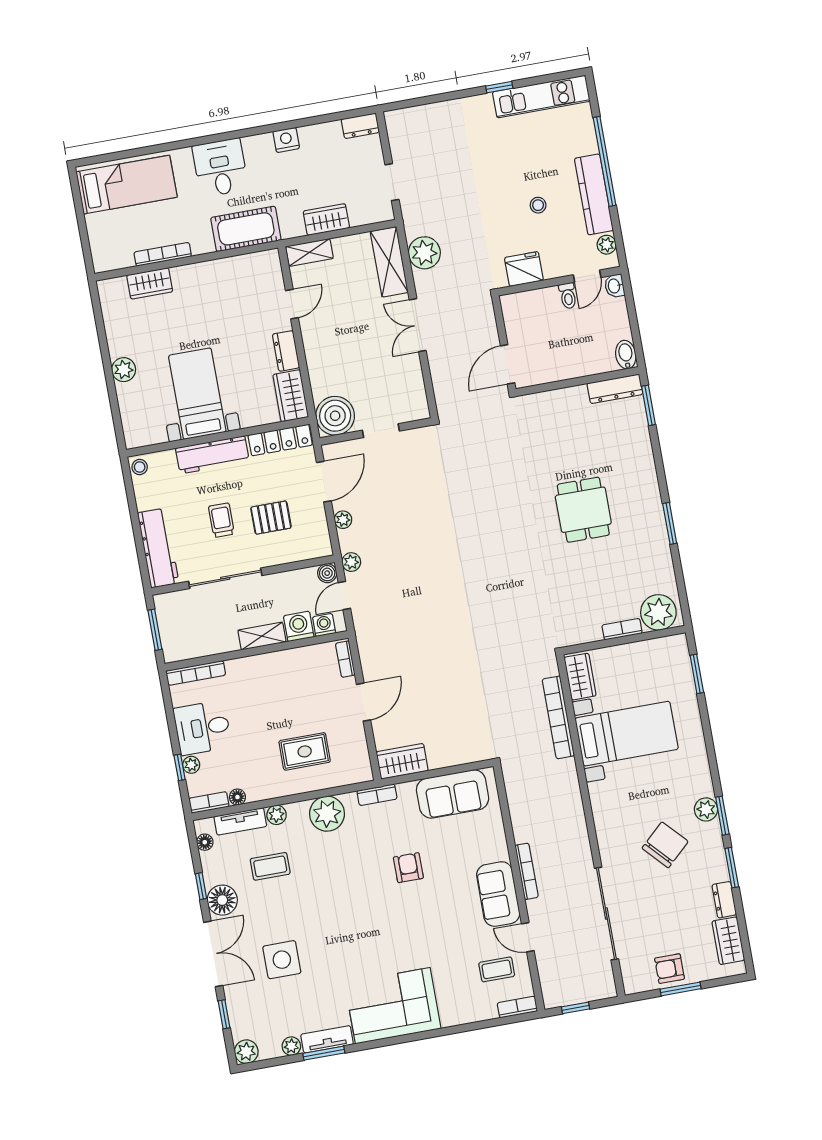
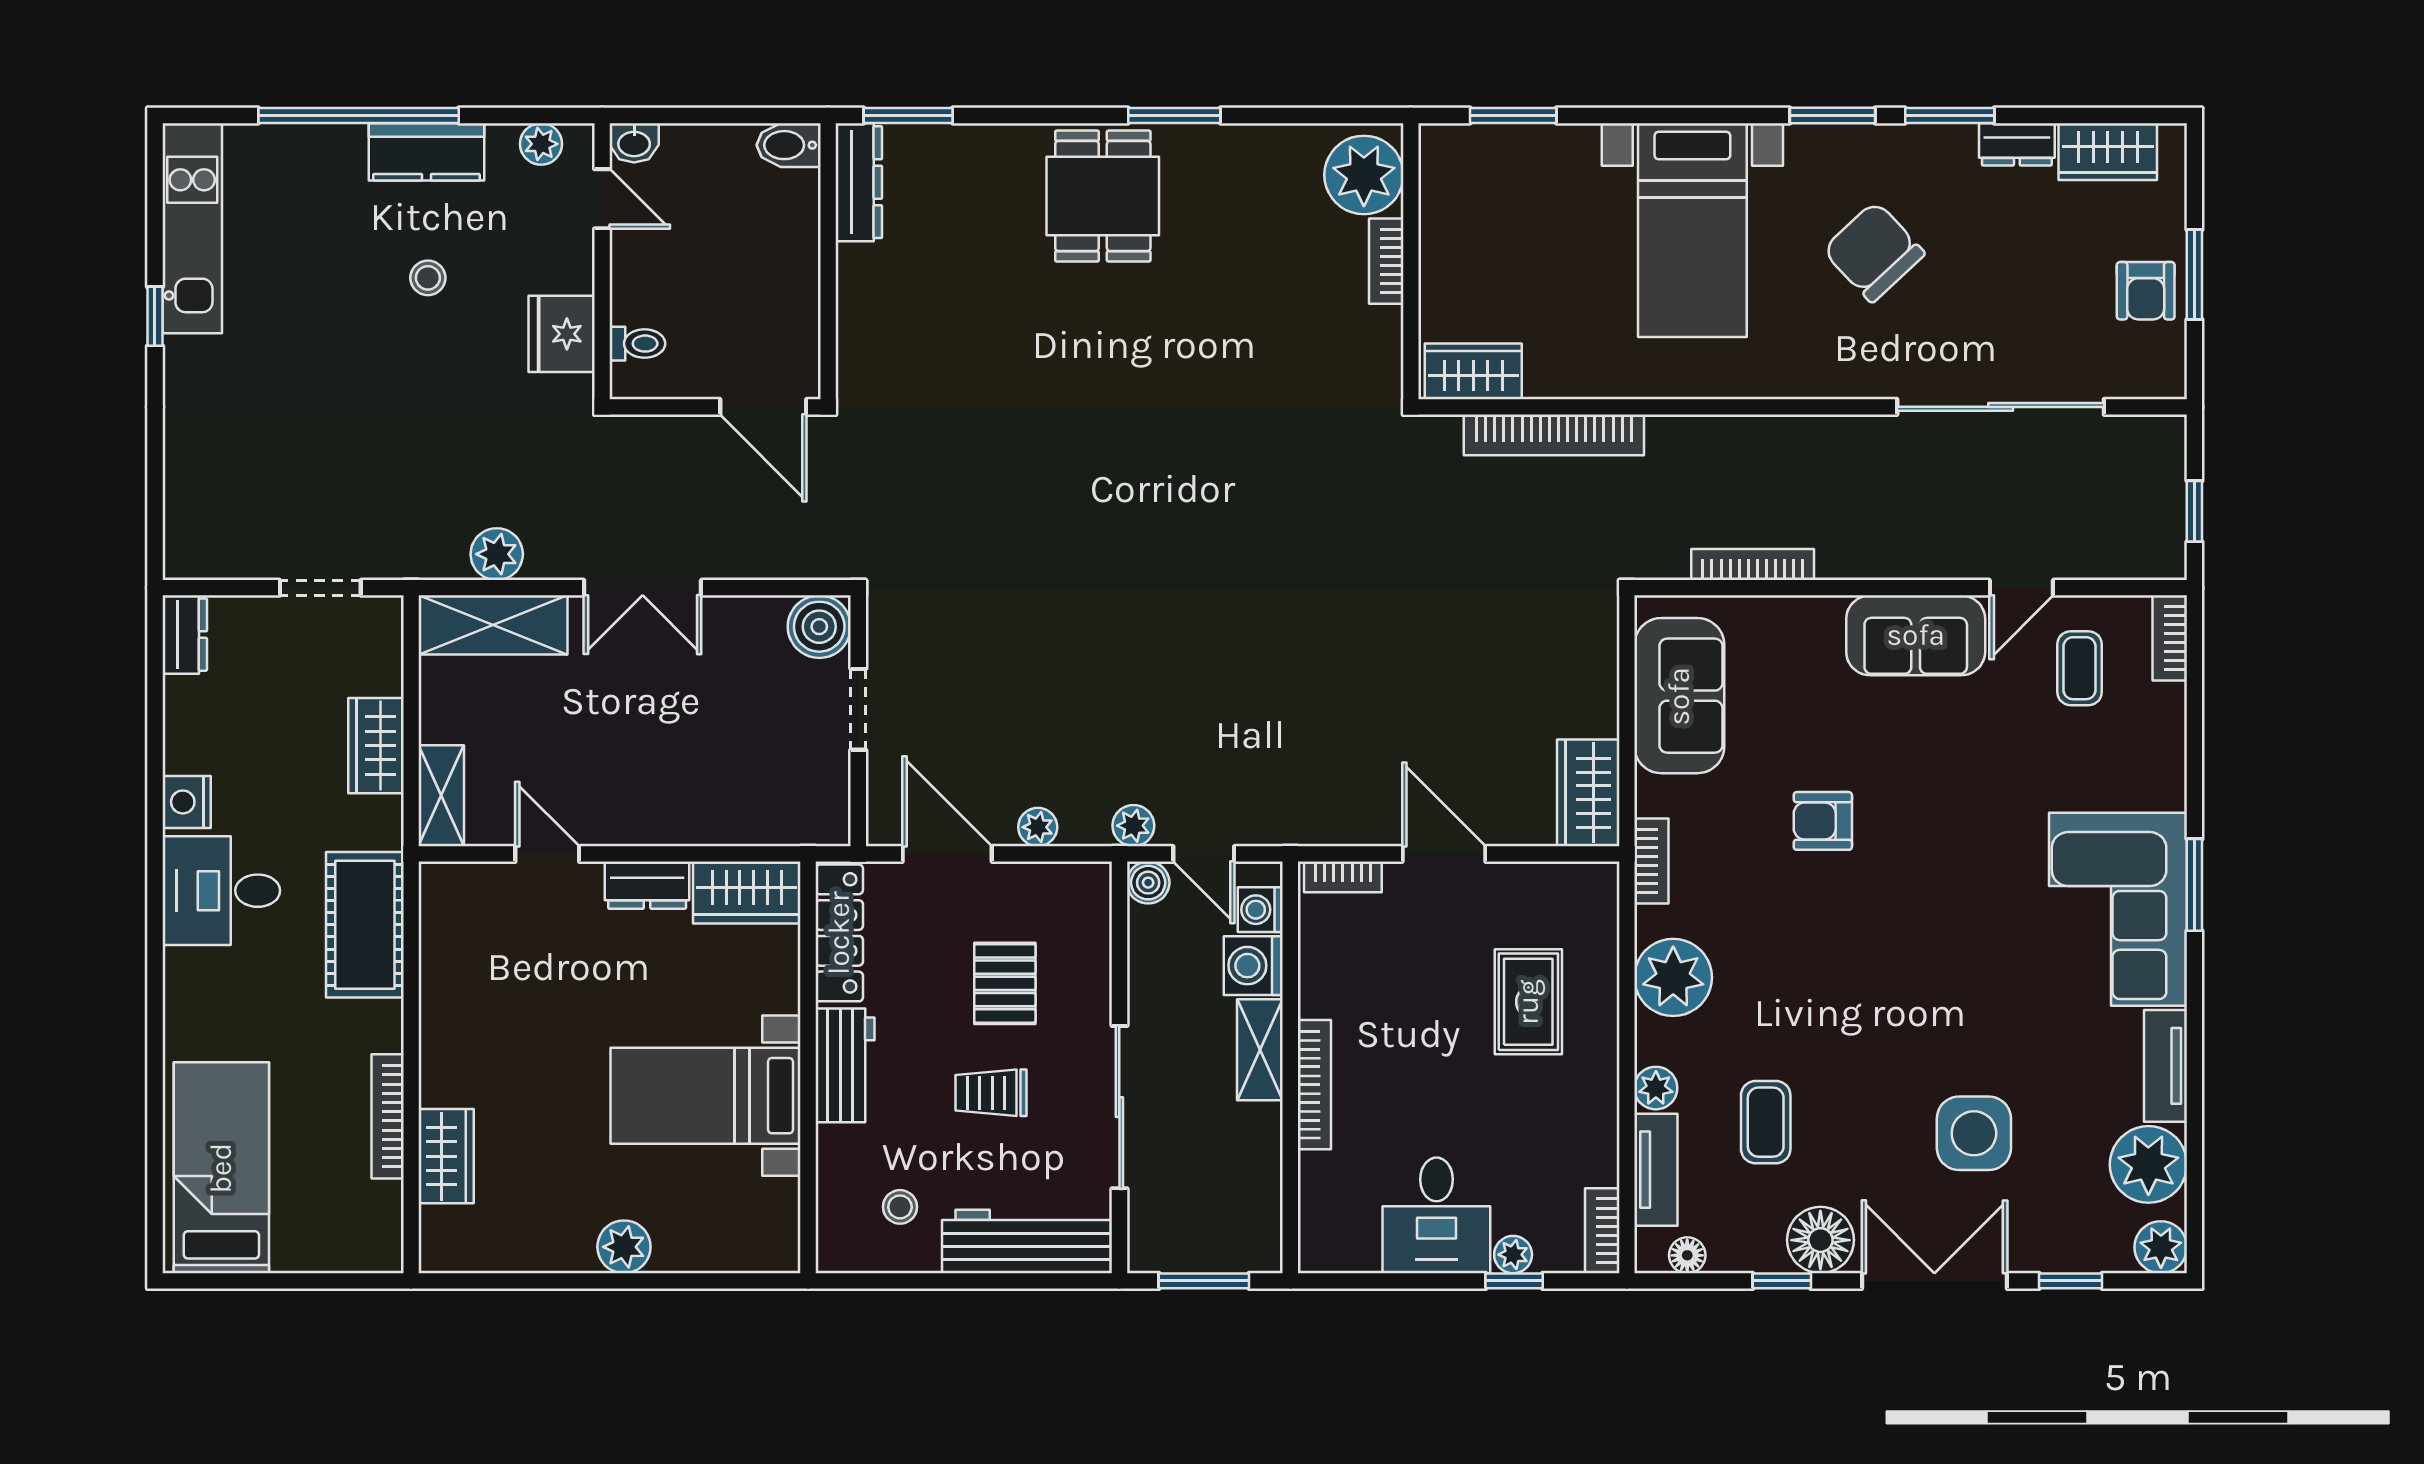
desk: (220, 168) -> (221, 891), moved
kitchen counter: (594, 194) -> (426, 152), width x0.67
plant: (424, 253) -> (497, 554), width x0.73, depth x0.73
toilet: (568, 296) -> (637, 344), moved
boiler: (335, 416) -> (819, 627), moved, width x0.73, depth x0.73
workbench: (212, 455) -> (845, 1065), width x0.73
stool: (140, 467) -> (900, 1207), moved
dining table: (583, 510) -> (1103, 196), moved, turned 90
bookcase: (196, 673) -> (1314, 1085), moved
bed with nightstands: (627, 734) -> (1692, 230), moved, turned 180
floor lamp: (237, 797) -> (1602, 1166), removed
plant: (706, 809) -> (1813, 149), removed
bookcase: (527, 871) -> (1753, 564), moved
plant: (291, 1046) -> (2148, 1164), width x1.87, depth x1.87
window: (324, 1053) -> (2194, 885), moved

